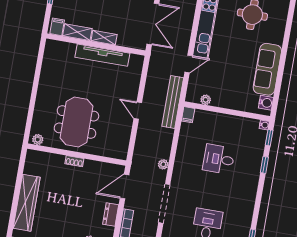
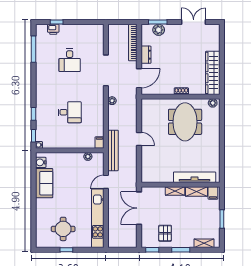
tv unit: (102, 55) -> (195, 177), moved
sofa: (267, 69) -> (44, 183), width x0.73
wardrobe: (27, 203) -> (213, 73), moved

